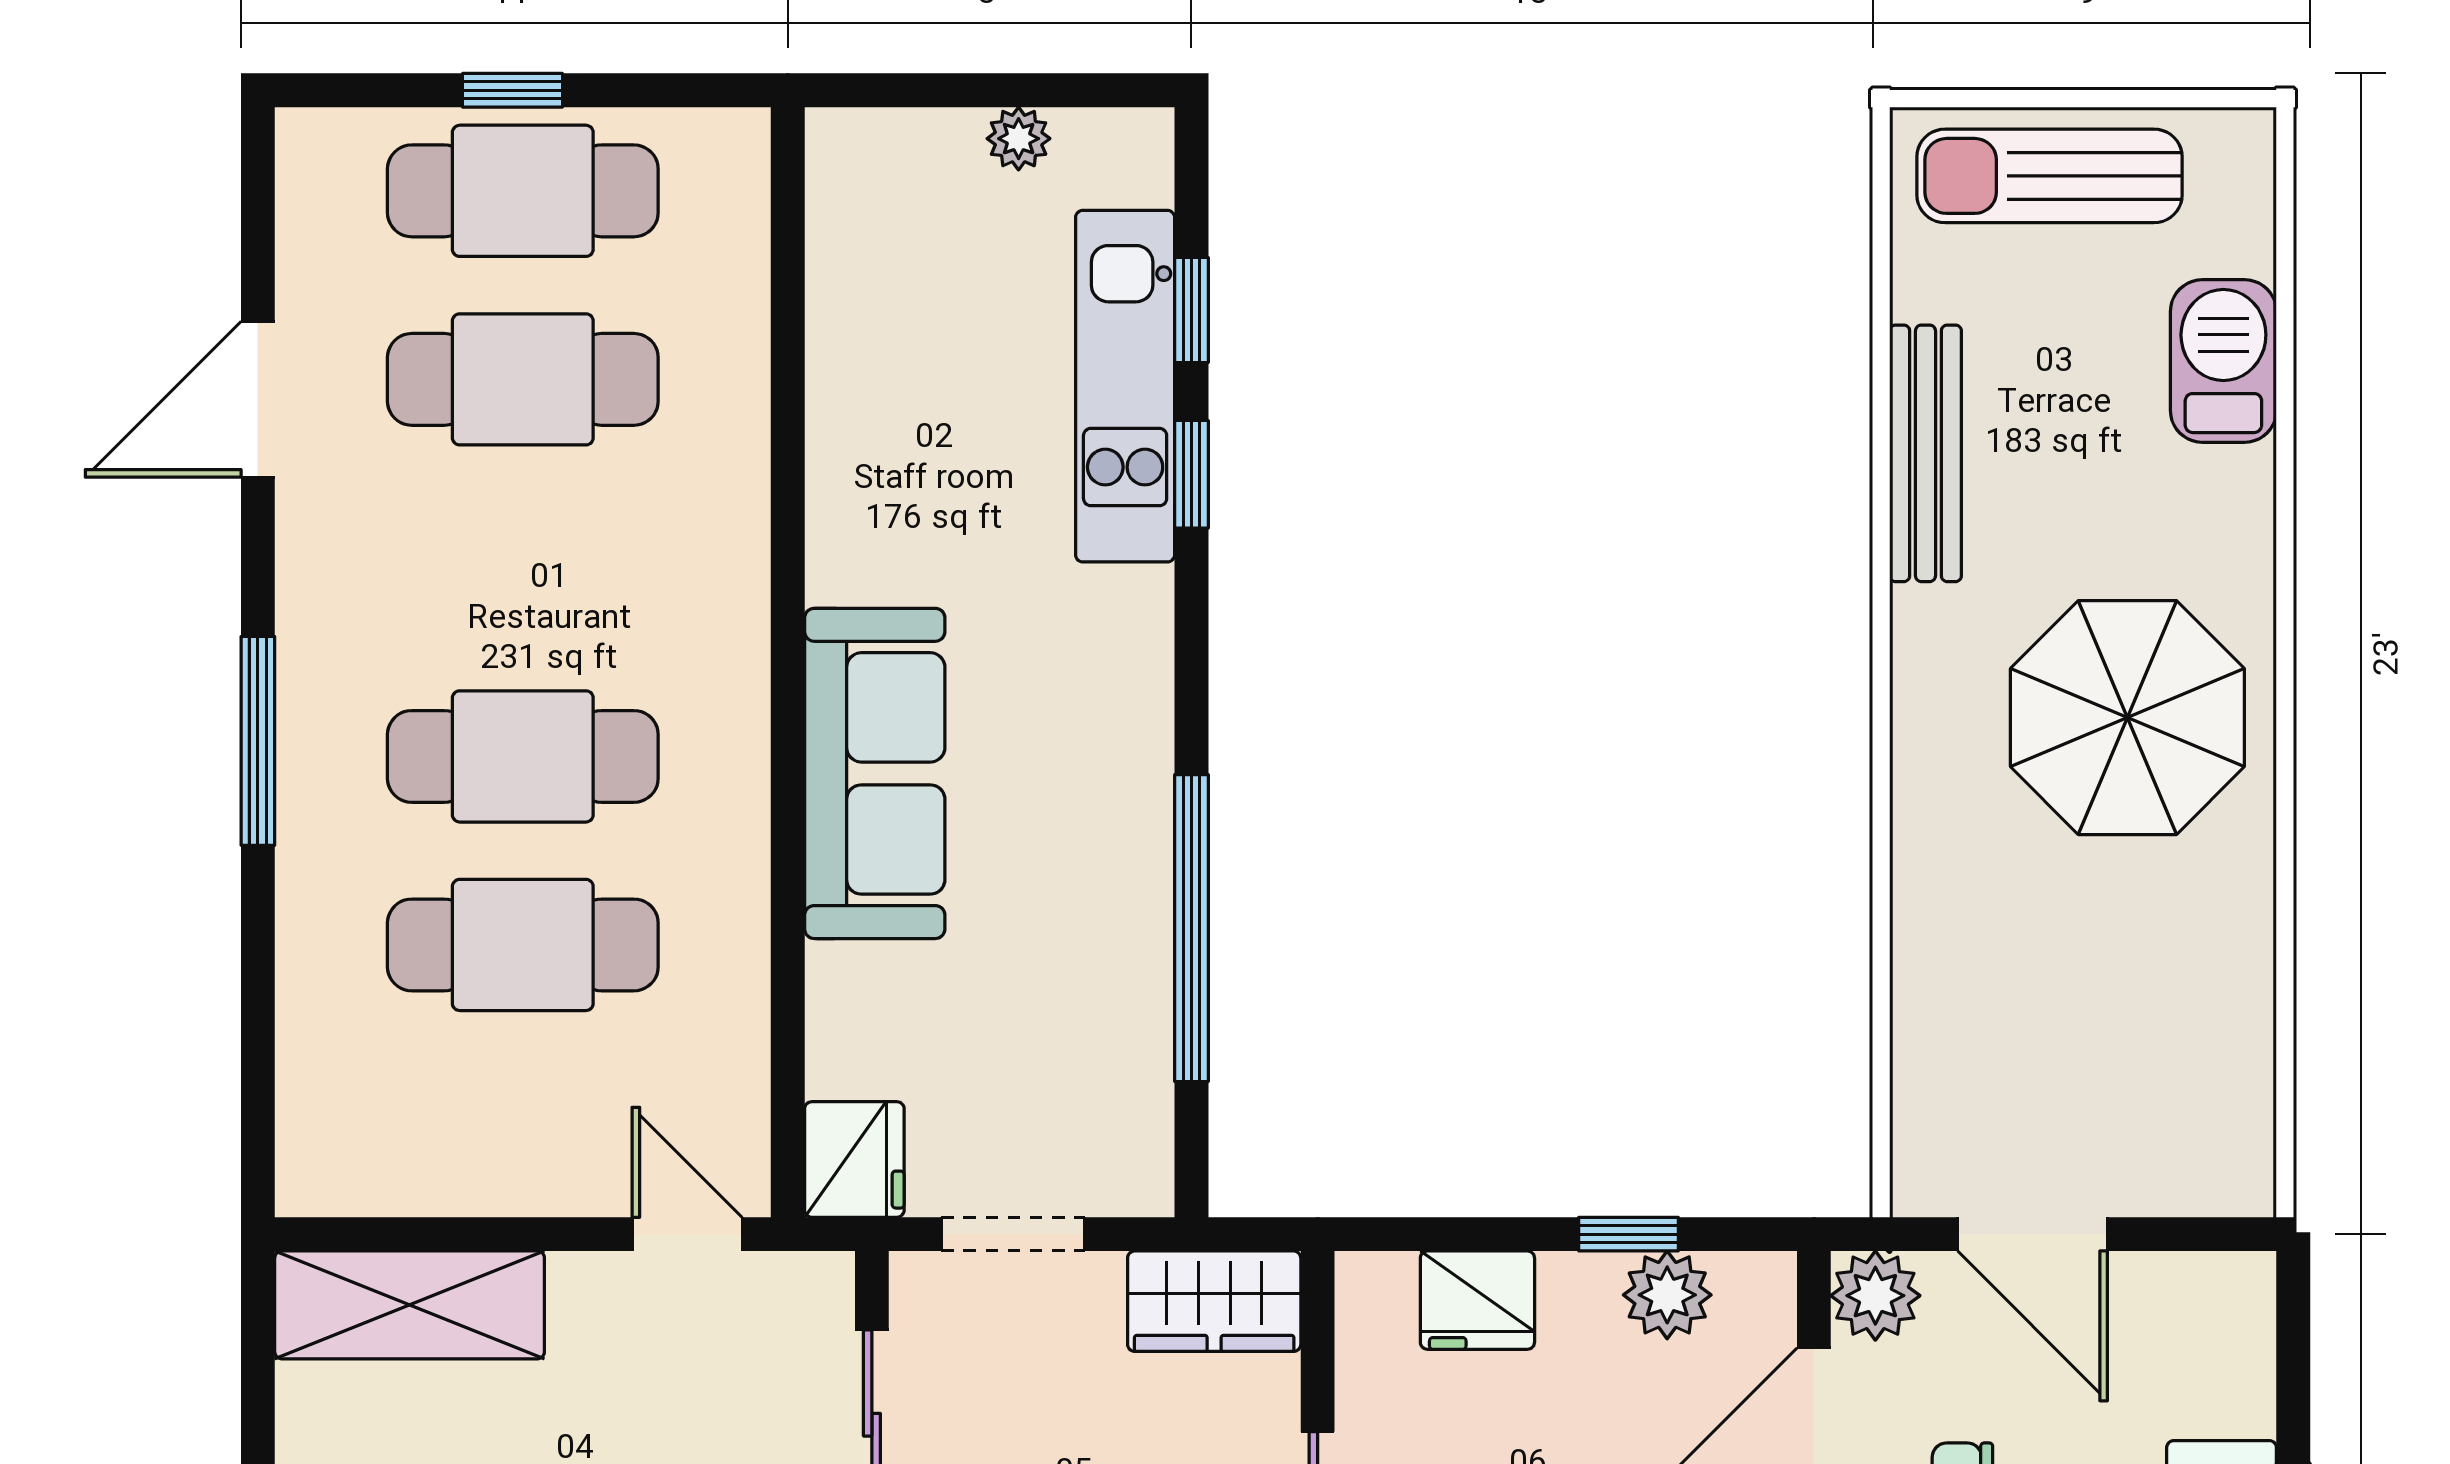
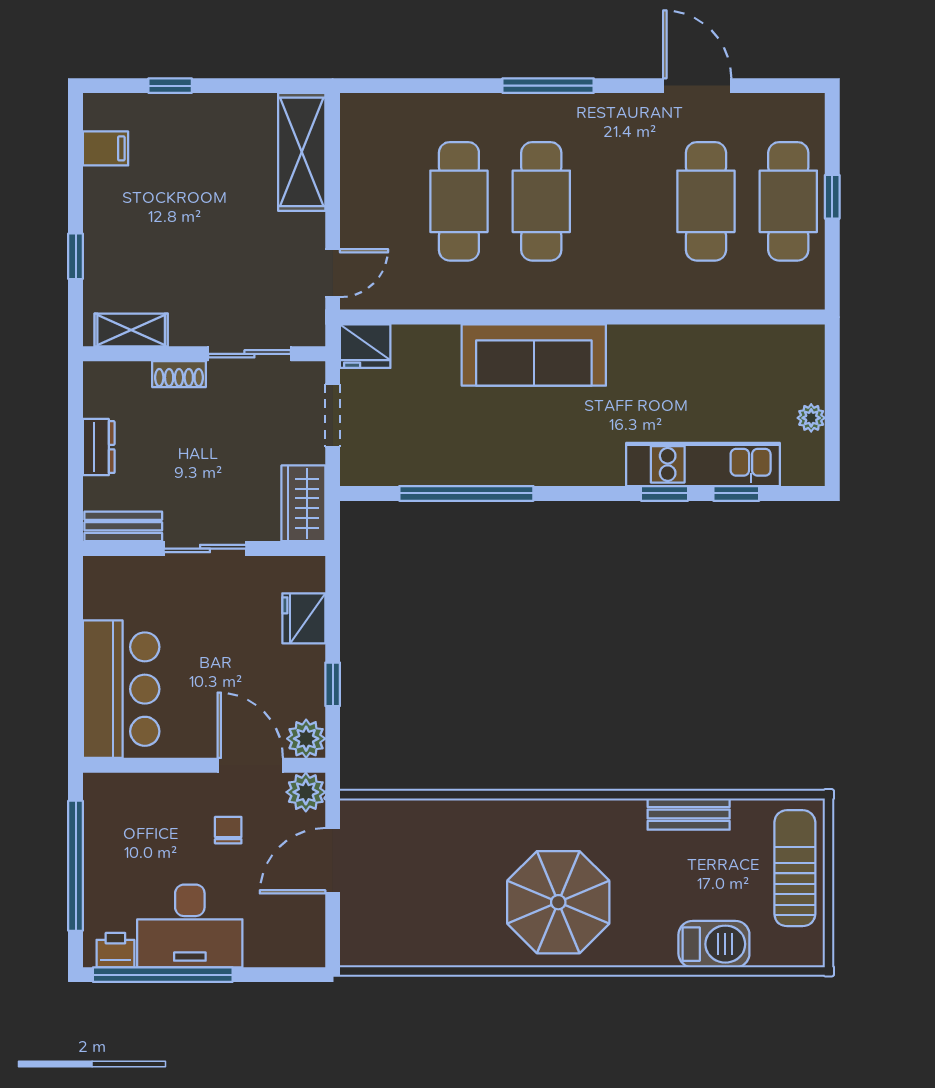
bench: (1925, 453) -> (689, 814), width x0.73
plant: (1667, 1295) -> (306, 739), moved

